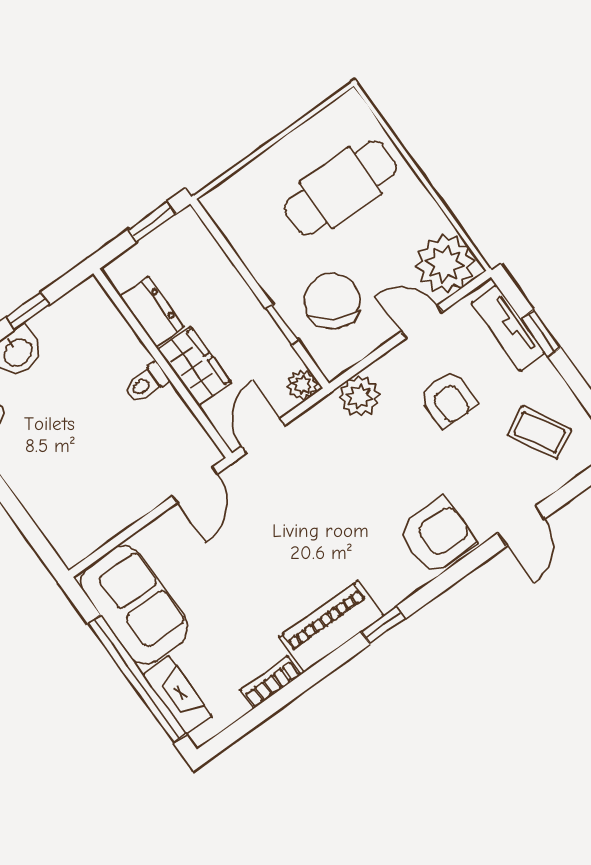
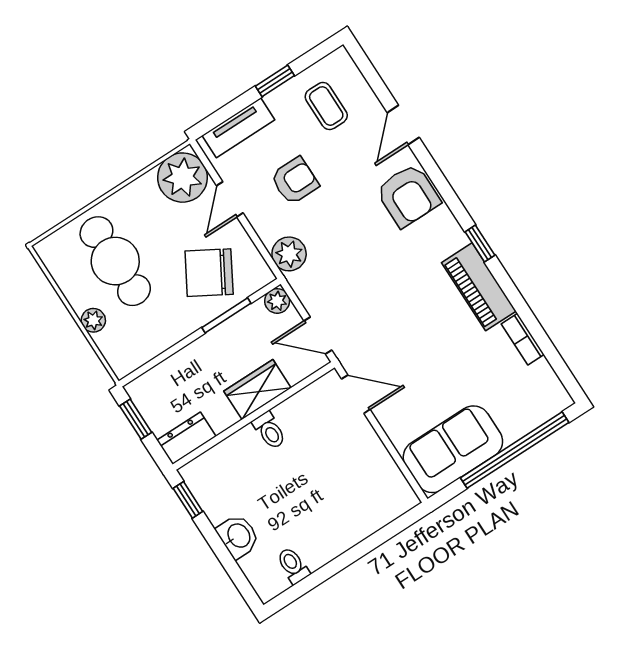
plant: (268, 165) -> (93, 320), added
window: (28, 311) -> (188, 500), moved
dresser: (152, 312) -> (186, 438), moved
window: (282, 325) -> (226, 315), width x1.50
window: (541, 333) -> (275, 81), moved
coffee table: (539, 432) -> (326, 106), turned -61
door: (521, 526) -> (403, 125), swing flipped
armchair: (437, 536) -> (408, 195), turned 180
fireplace: (177, 695) -> (530, 417), removed

